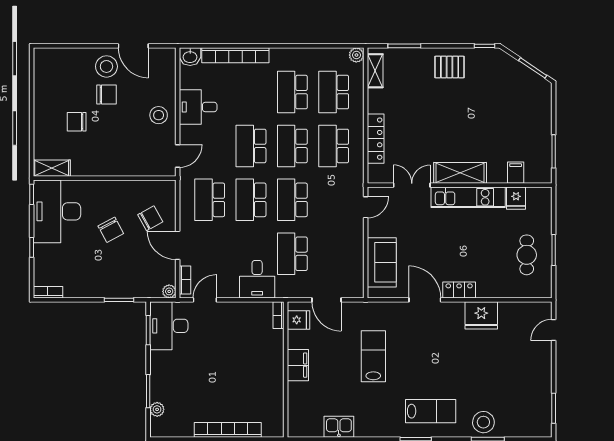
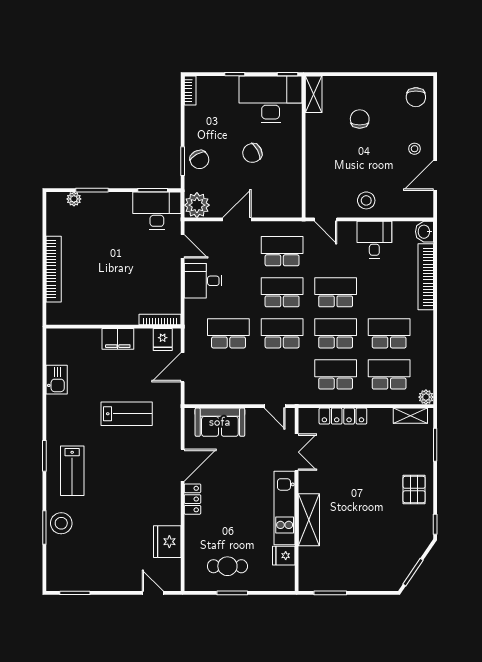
stool: (106, 66) -> (415, 149), width x0.53, depth x0.53
chair: (107, 94) -> (416, 97), moved
shelving: (460, 173) -> (309, 520), moved
filing cabinet: (516, 173) -> (309, 555), removed
chair: (150, 218) -> (199, 159), moved
desk: (257, 279) -> (203, 281), moved
bookcase: (185, 280) -> (202, 227), removed
plant: (169, 291) -> (197, 205), width x1.87, depth x1.87
bookcase: (278, 315) -> (160, 320), width x1.56
fridge: (481, 315) -> (167, 542), moved

